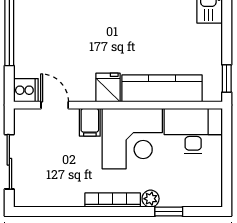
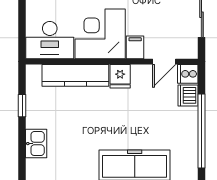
dishwasher: (26, 64) -> (188, 95), added
window: (227, 79) -> (22, 106), moved
door: (55, 105) -> (164, 62), hinge flipped

